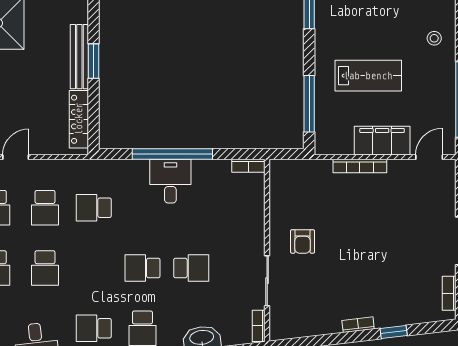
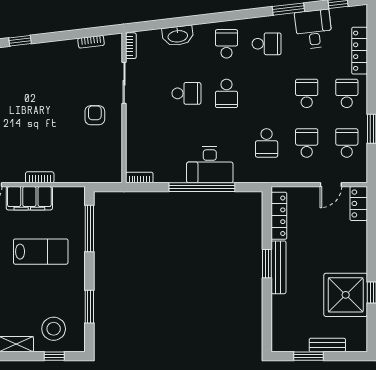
lab bench: (368, 76) -> (41, 252), turned 180
bookcase: (360, 166) -> (40, 177), width x0.64
desk: (170, 181) -> (210, 165), width x1.37
school desk: (94, 208) -> (267, 143), turned 90
school desk: (142, 268) -> (226, 93), turned 90
school desk: (191, 268) -> (186, 93), turned 180
bookcase: (358, 325) -> (91, 42), moved

